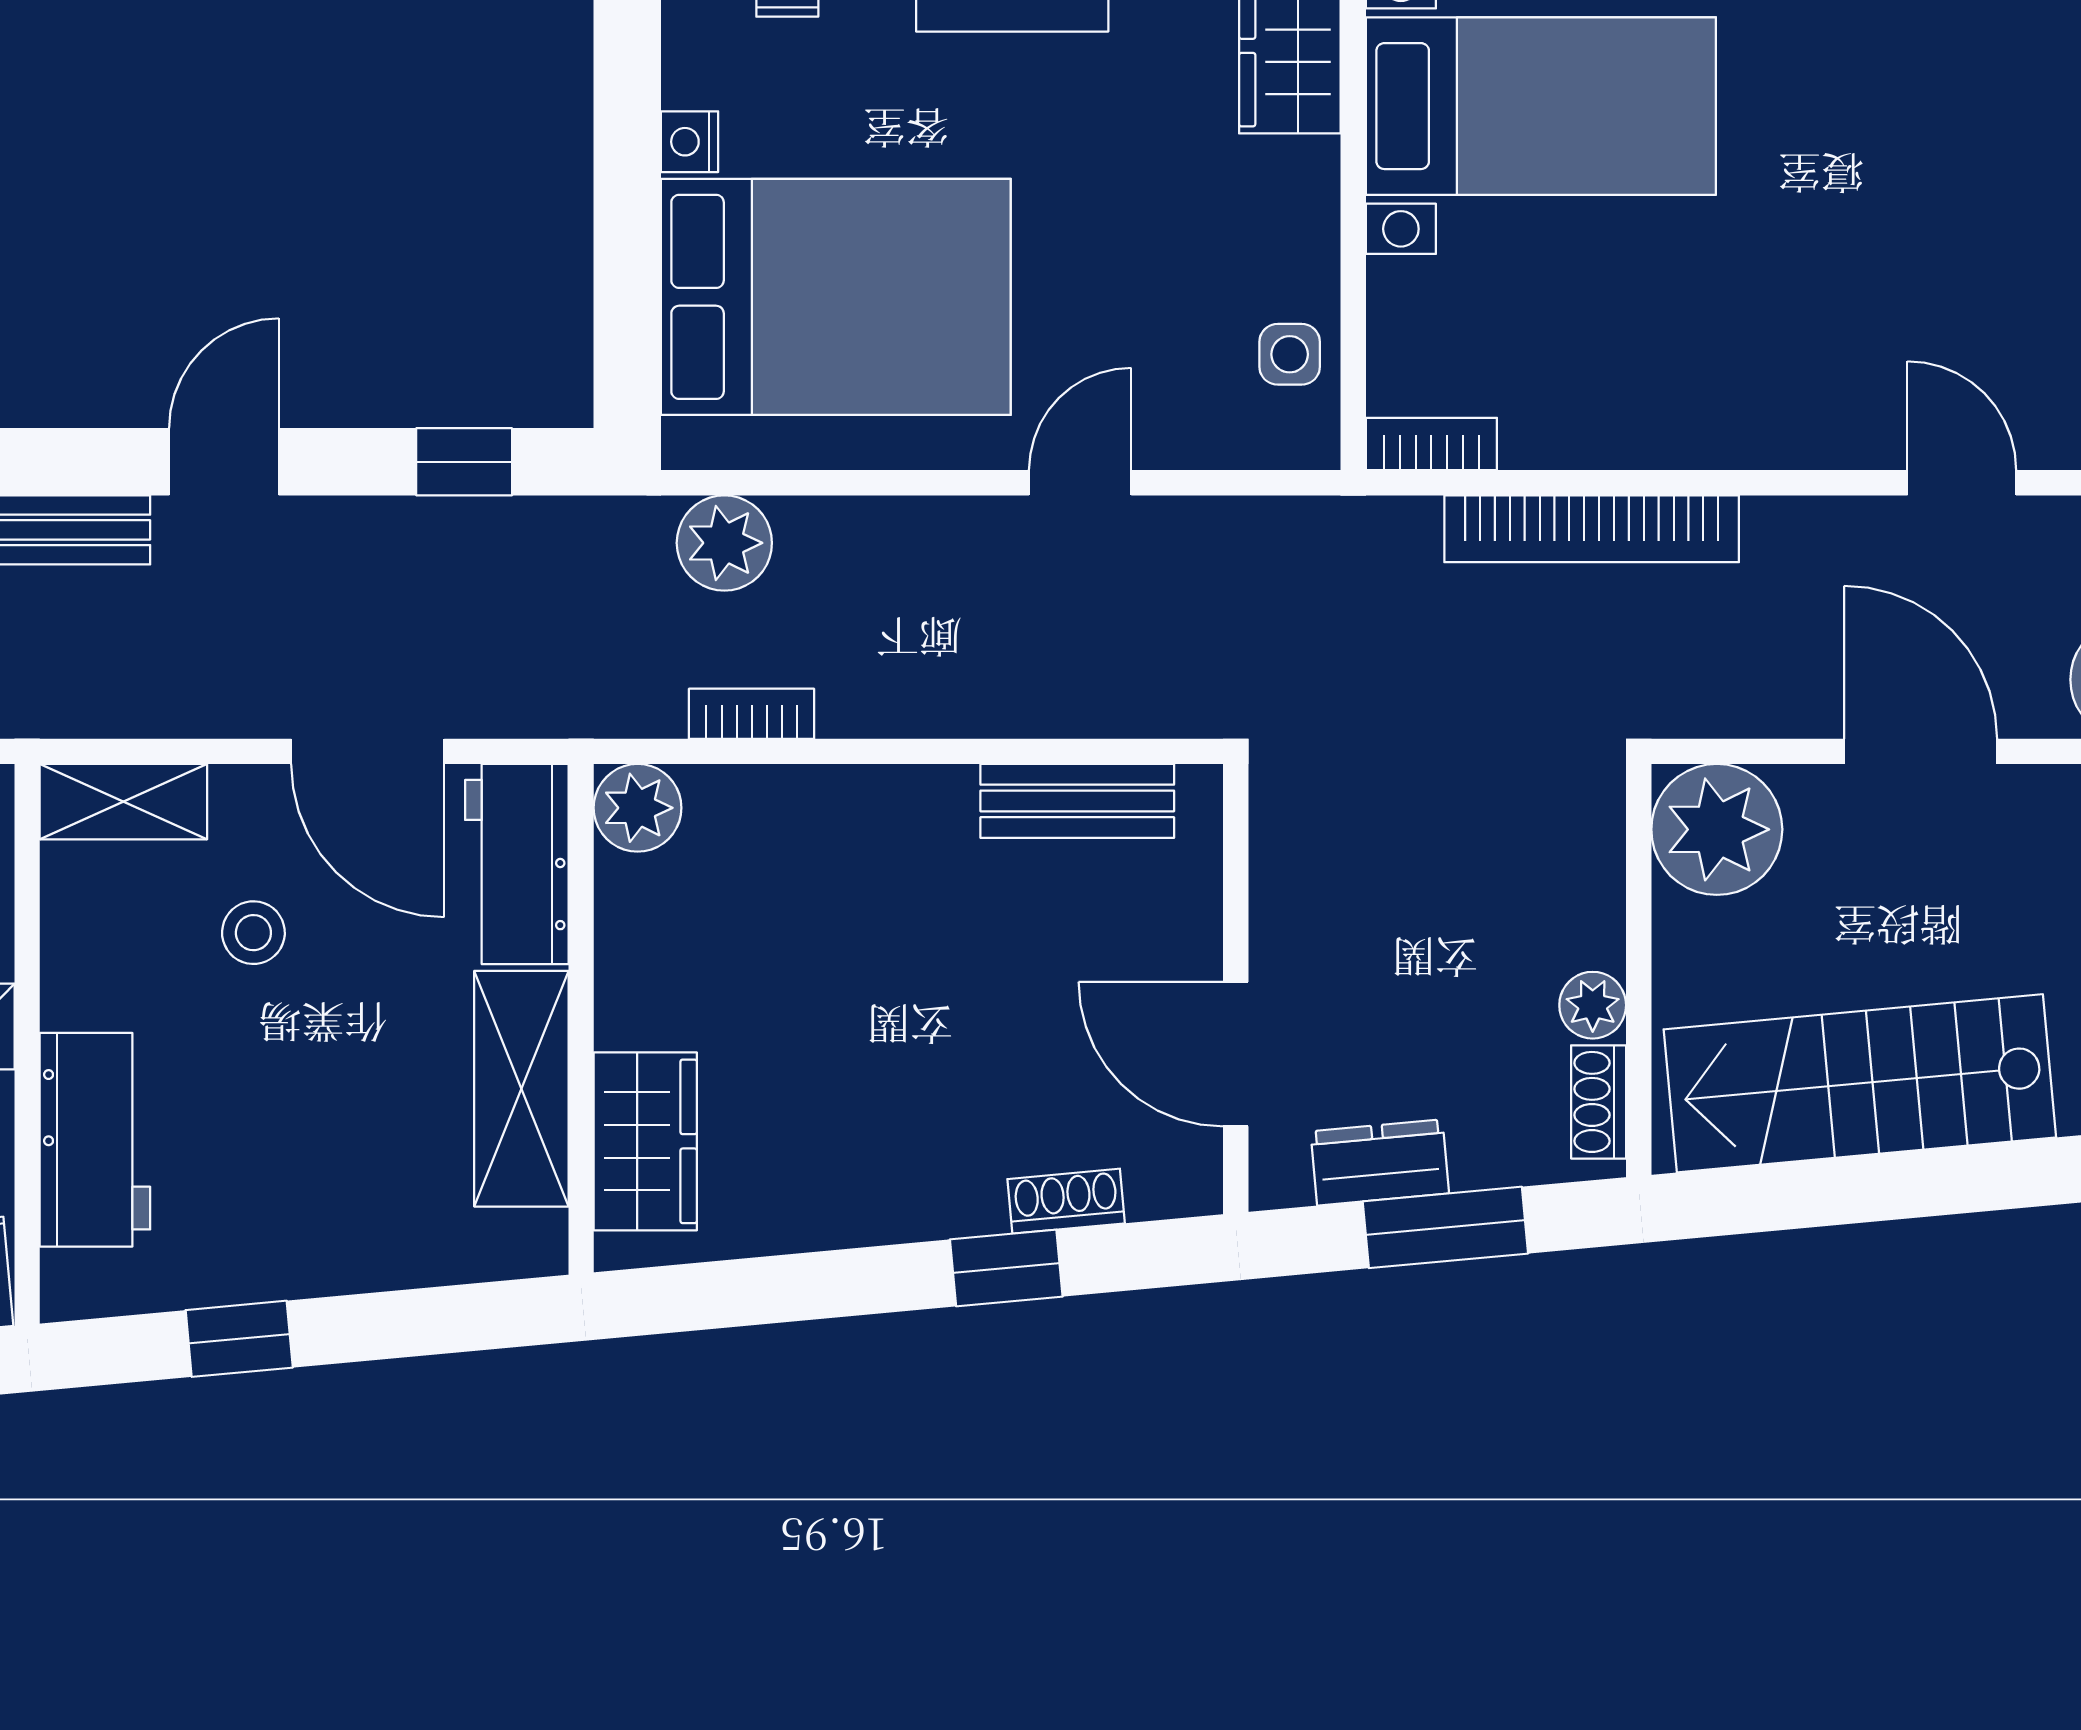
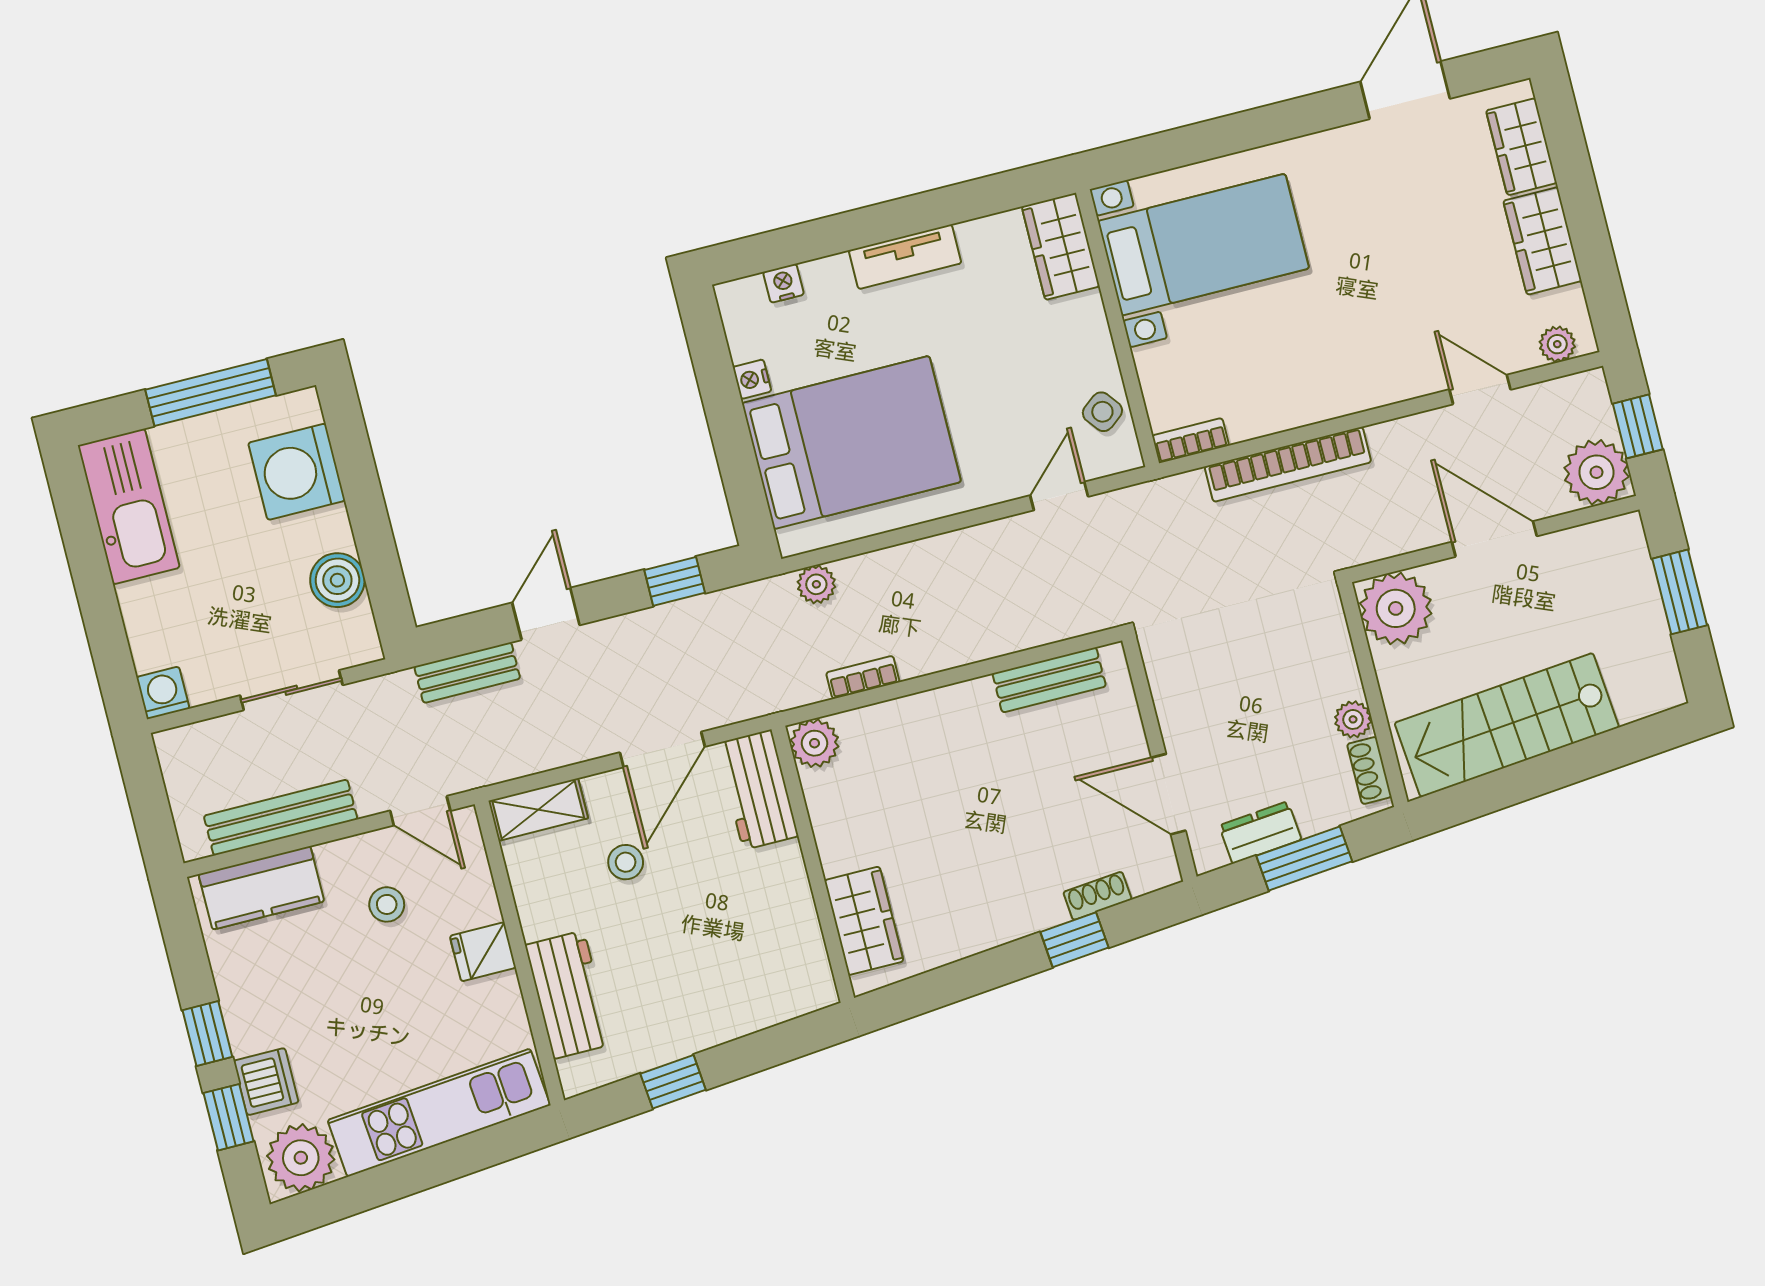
side table: (1290, 354) -> (1102, 412), turned -38
door: (1080, 483) -> (1059, 496), moved
plant: (724, 543) -> (816, 584), width x0.73, depth x0.73
door: (368, 751) -> (662, 749), hinge flipped
shelving: (521, 1089) -> (790, 909), removed

